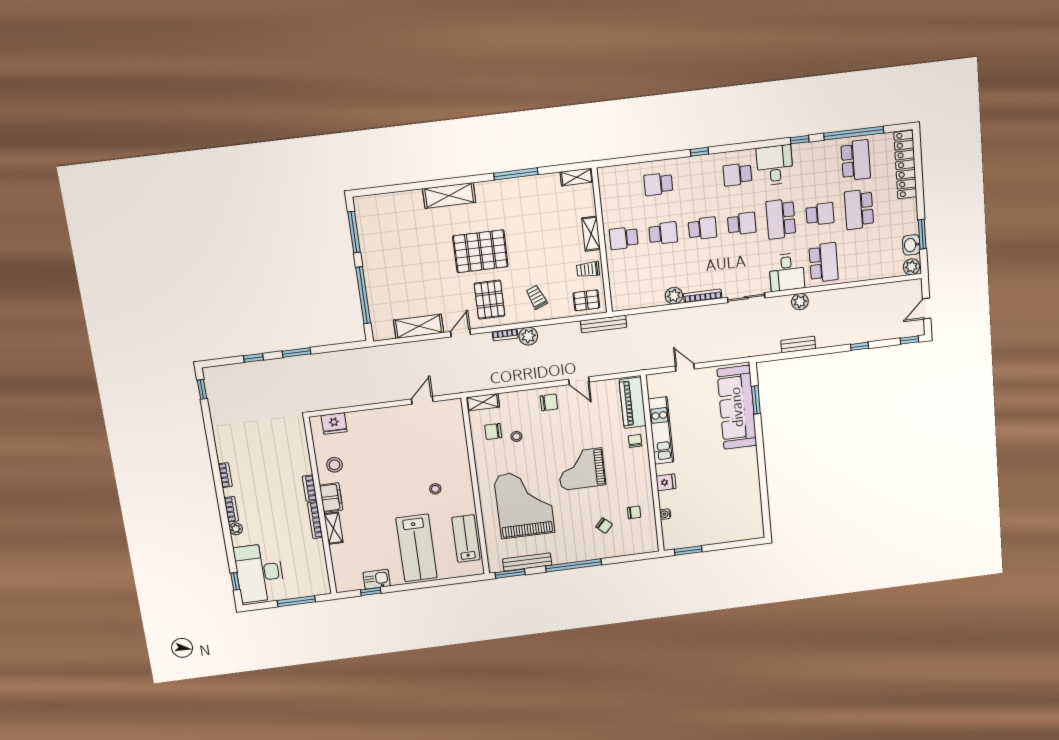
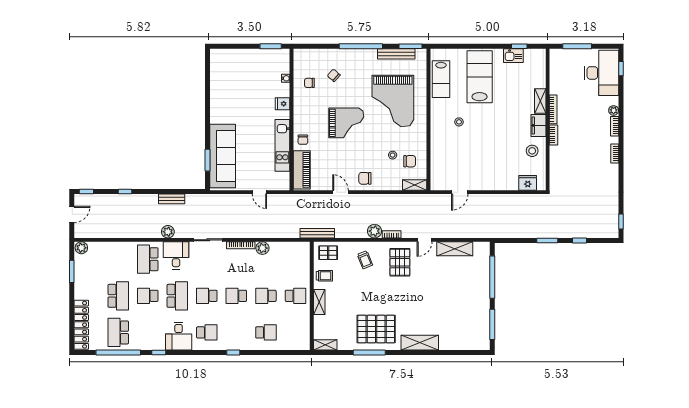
washbasin: (911, 245) -> (81, 264), removed
pallet: (480, 251) -> (376, 329), moved

